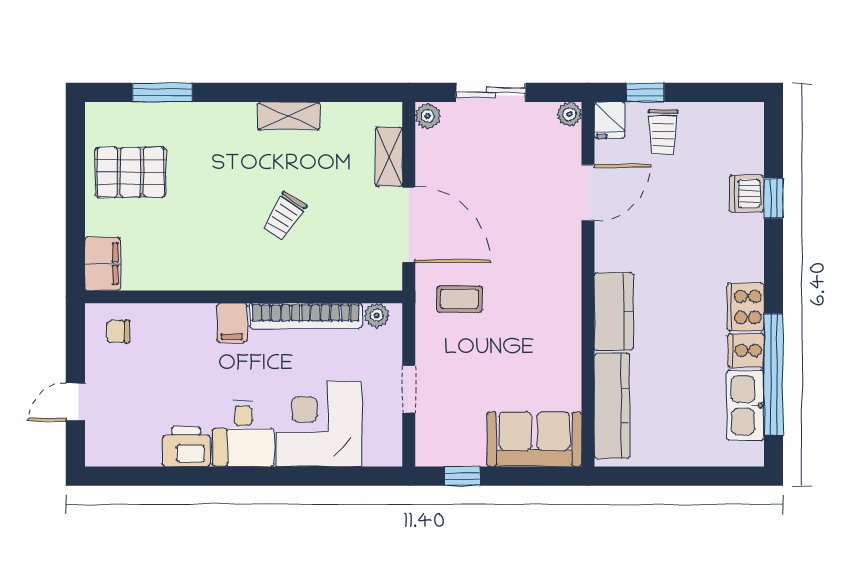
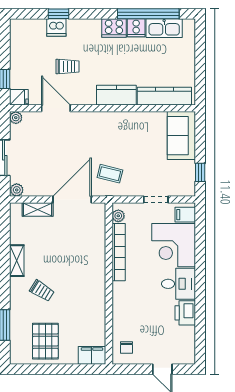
trolley: (663, 132) -> (68, 67), moved
trolley: (284, 216) -> (42, 291), moved
coffee table: (459, 299) -> (110, 174), turned -76
filing cabinet: (232, 323) -> (185, 215), moved, turned 180

